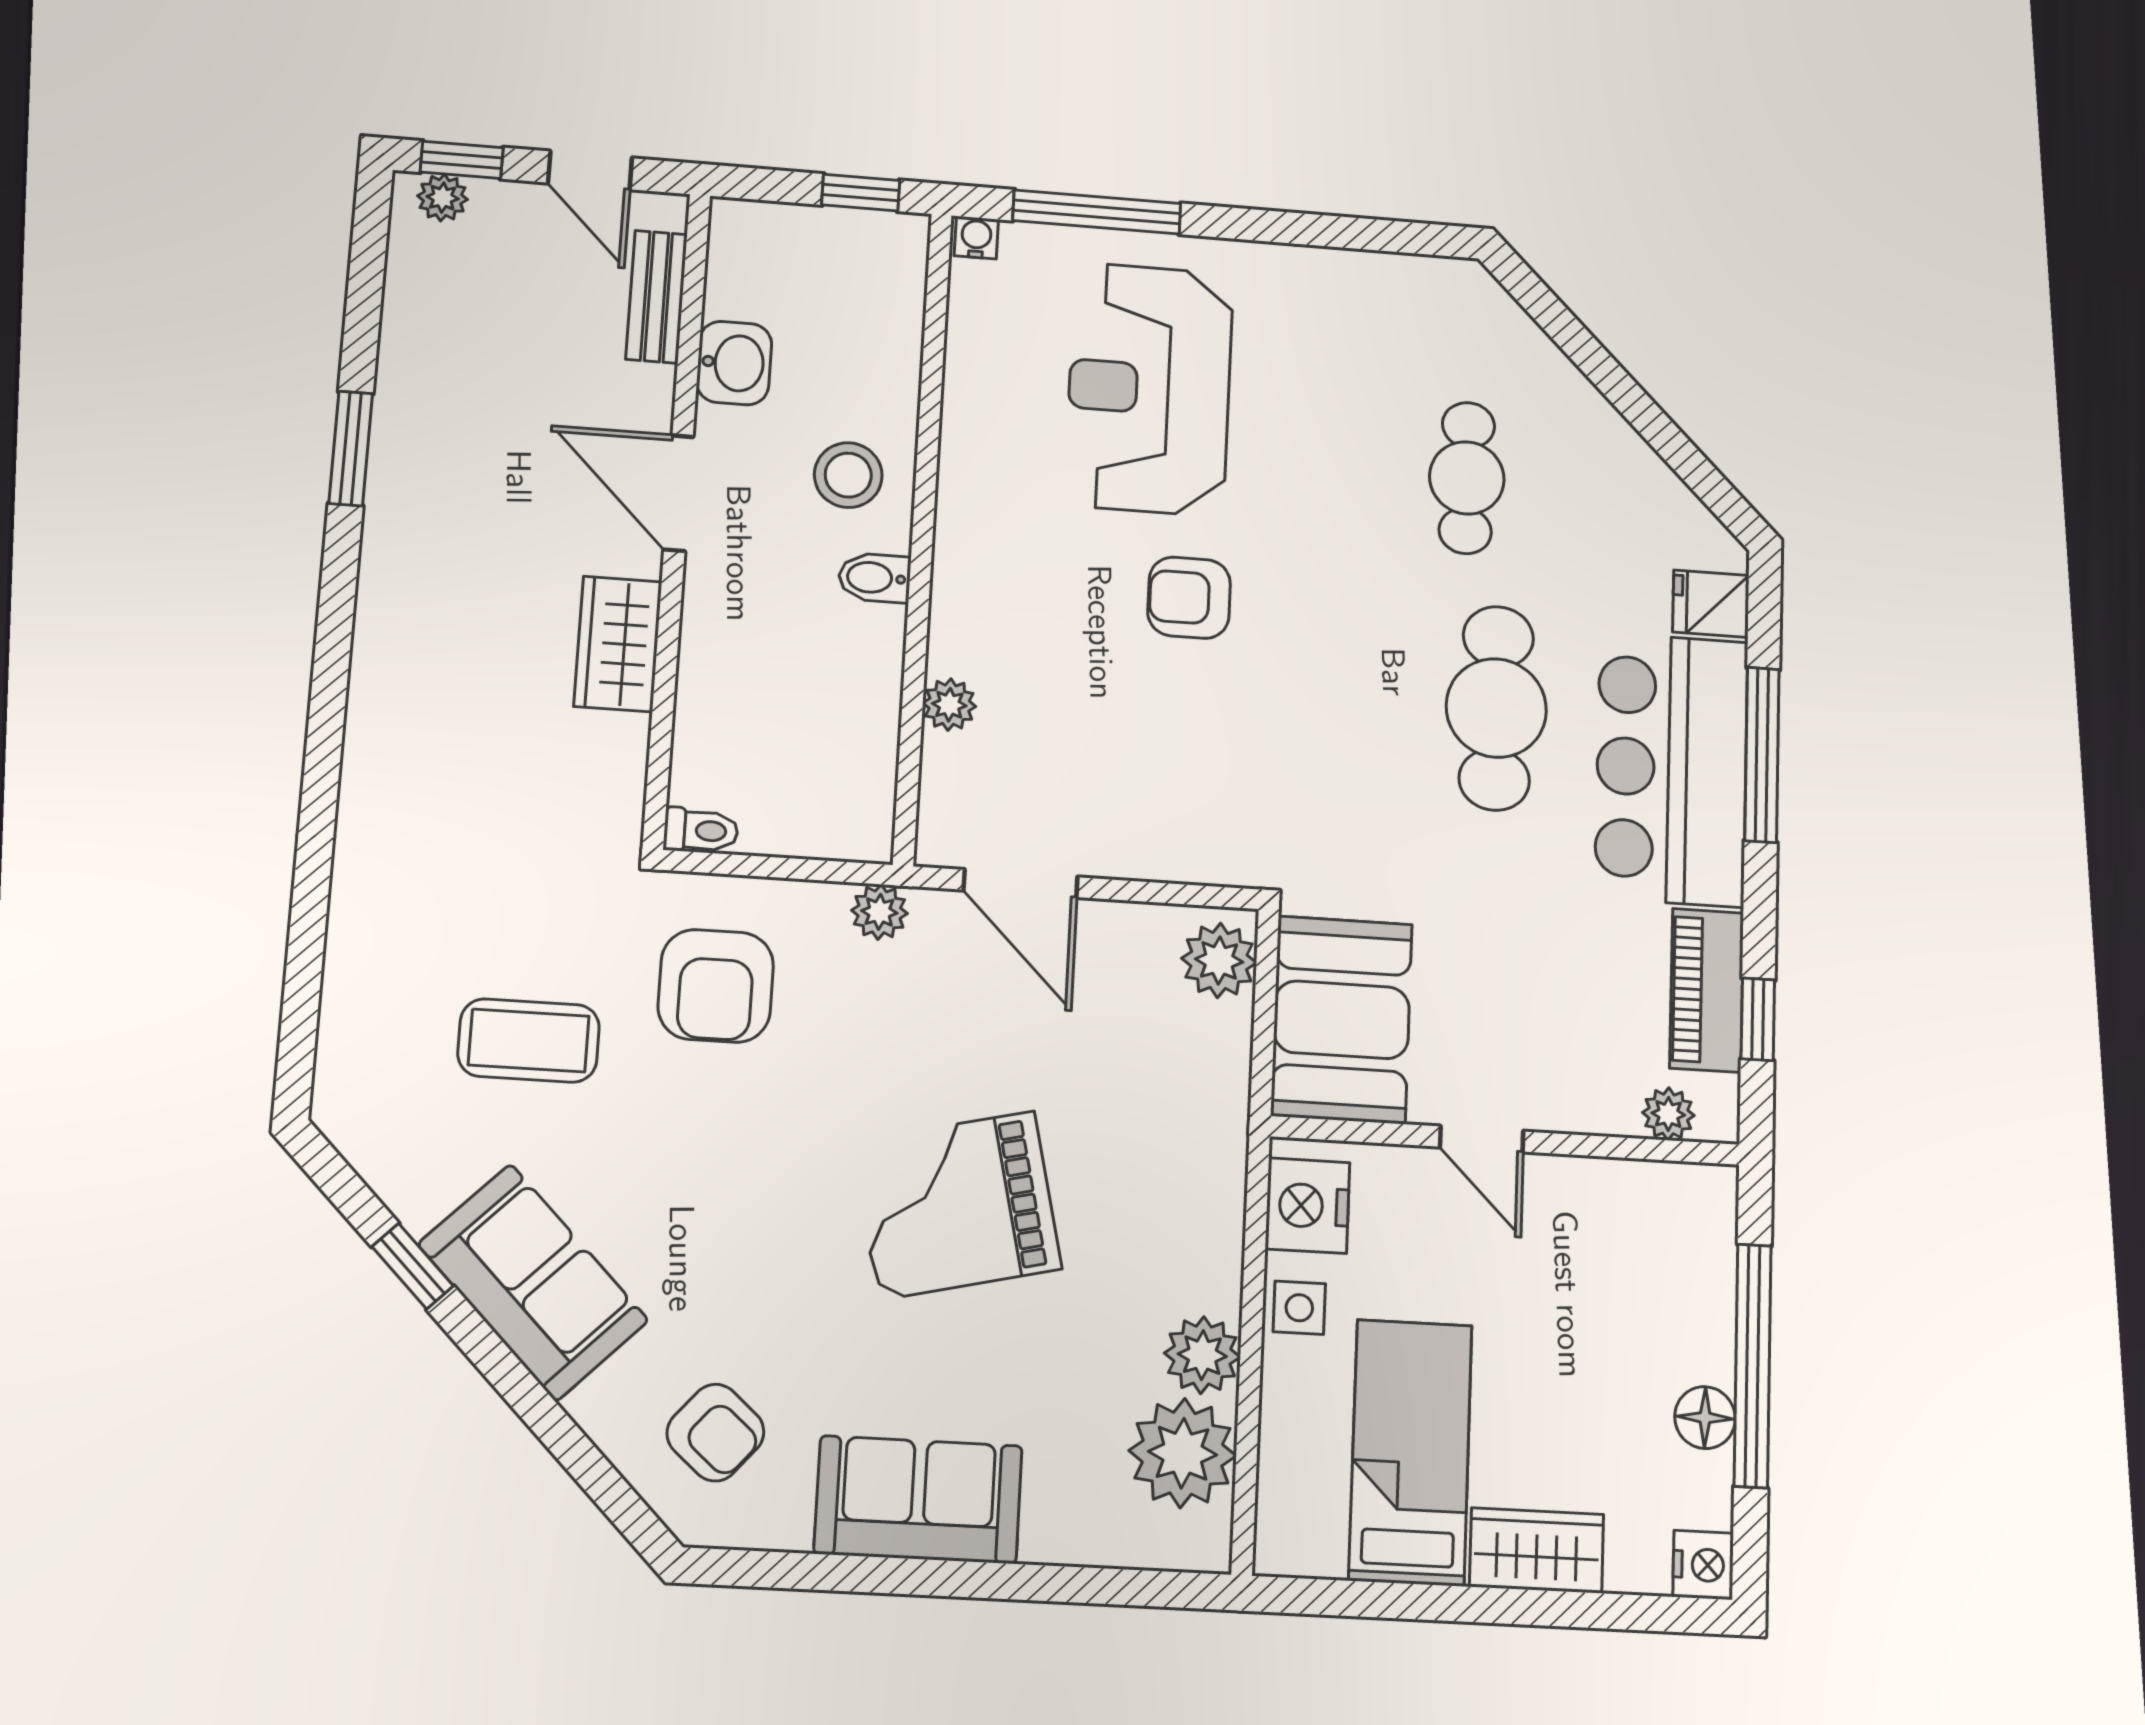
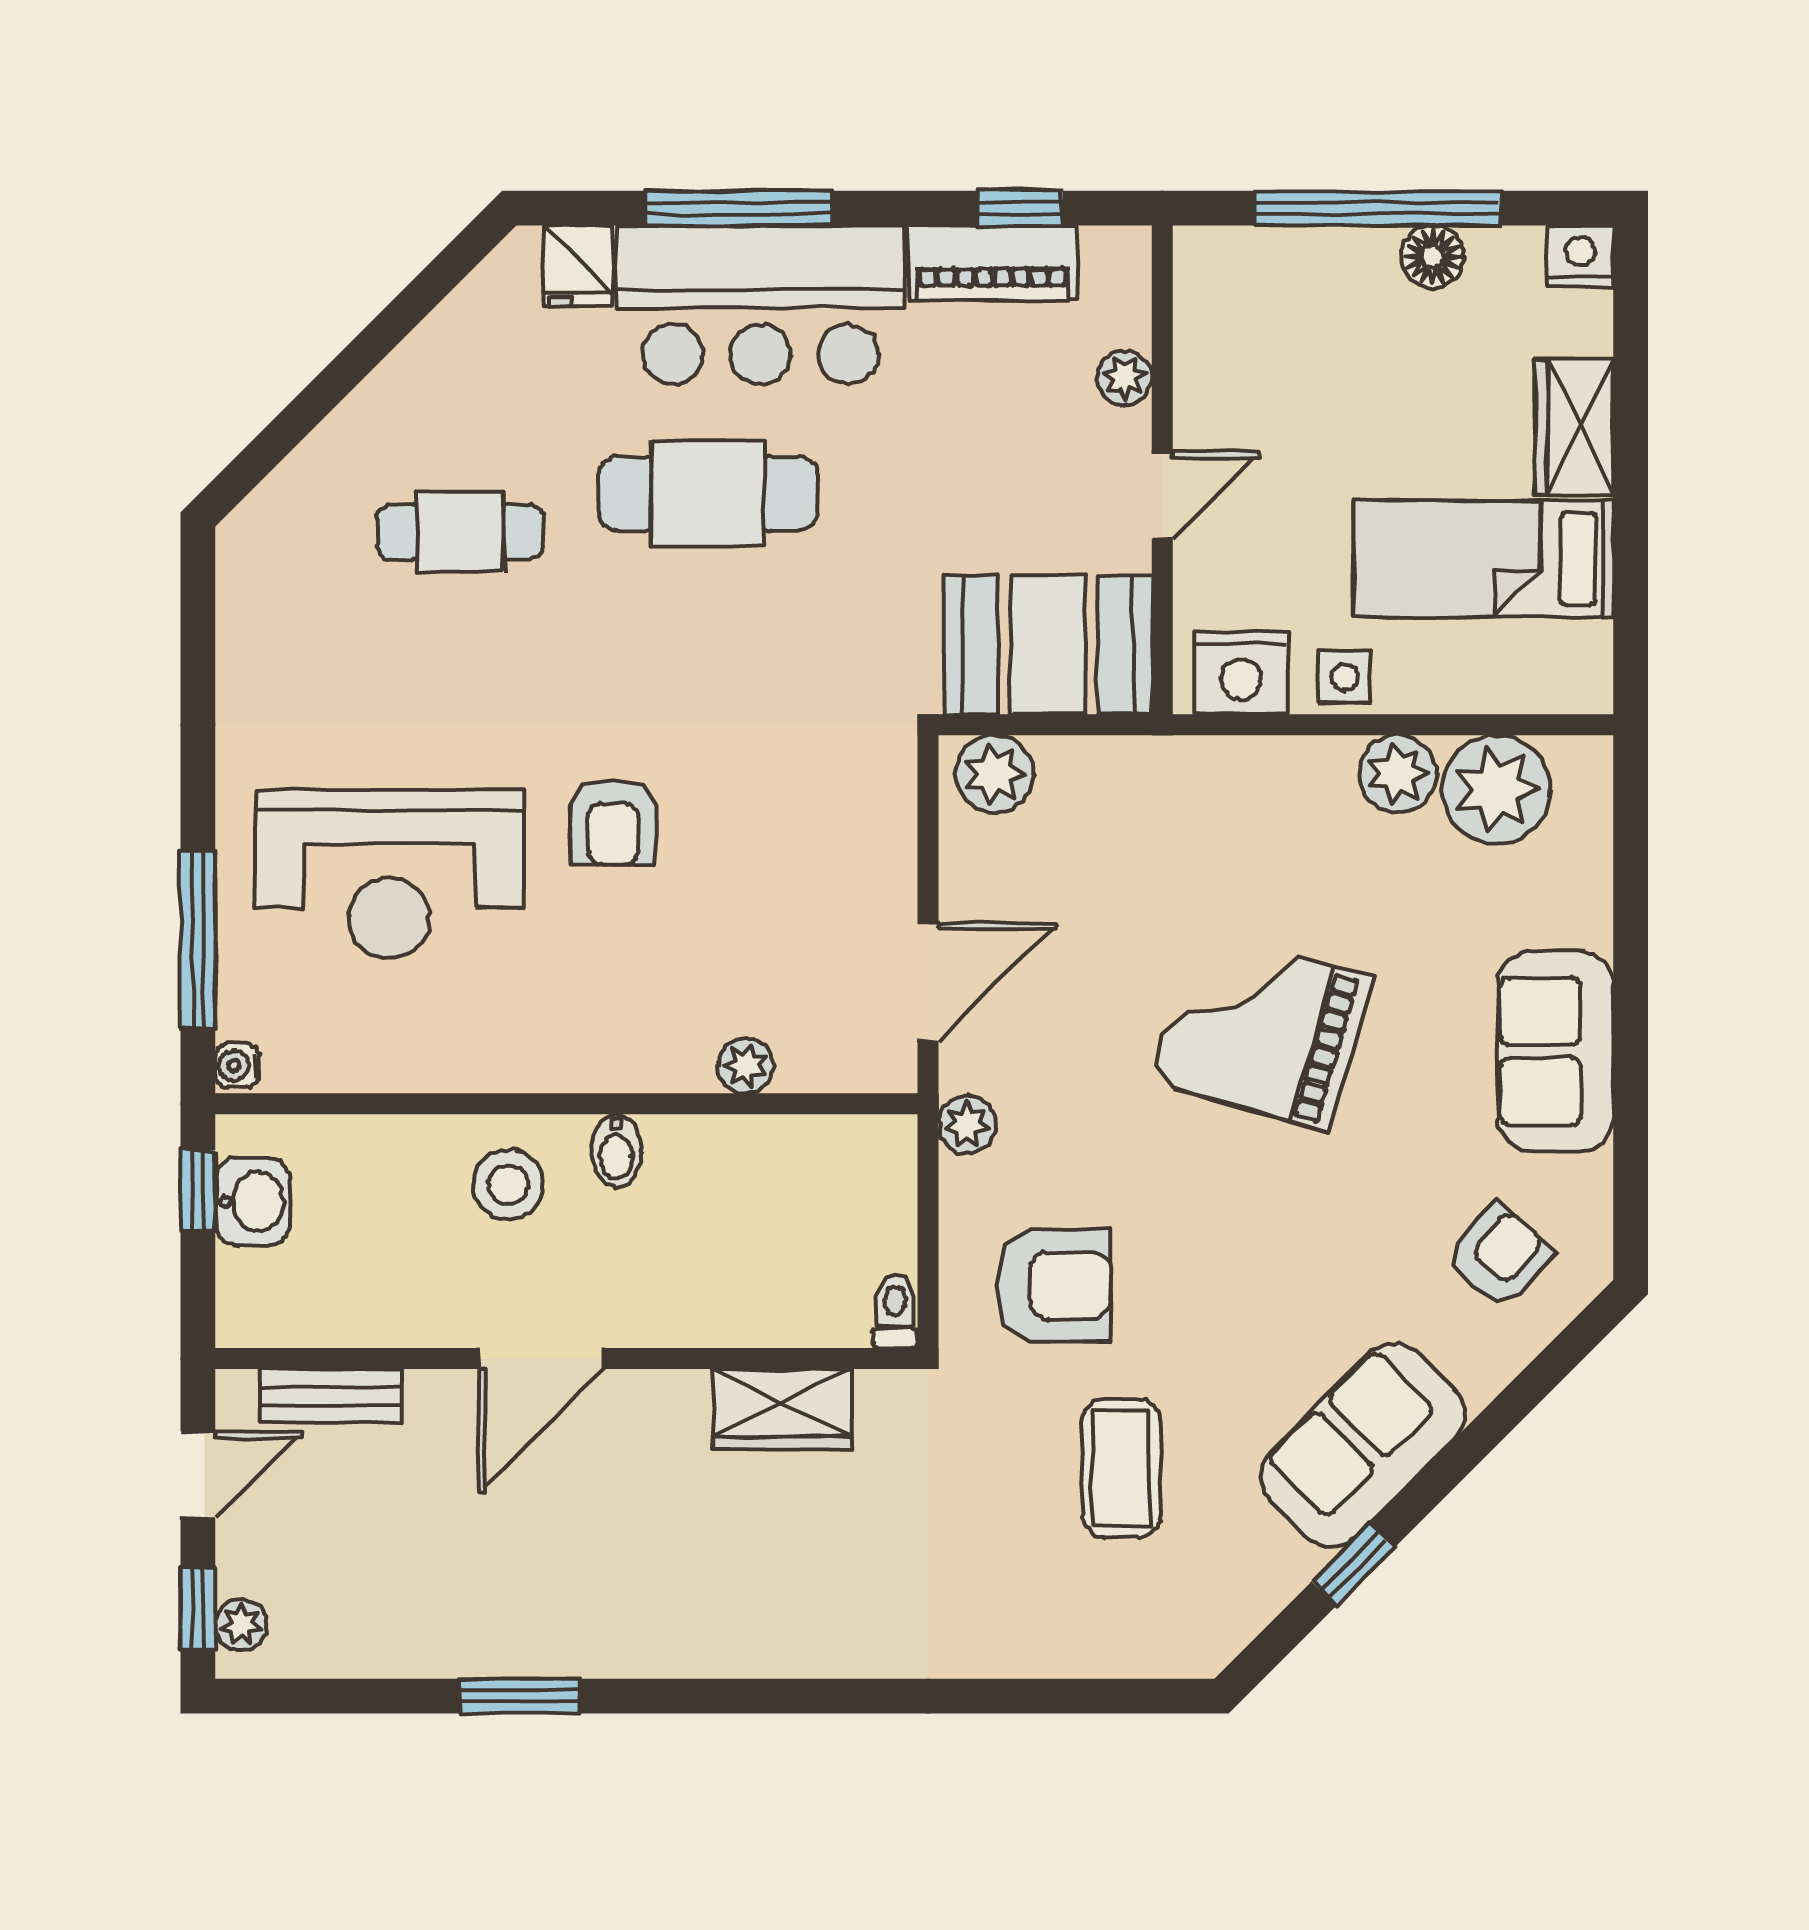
washbasin: (734, 363) -> (253, 1202), moved, turned 90
wardrobe: (618, 644) -> (782, 1409), moved
plant: (1668, 1114) -> (1125, 378), moved
grand piano: (957, 1205) -> (1261, 1029), turned 119

